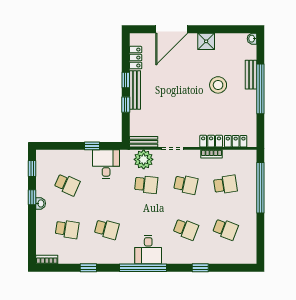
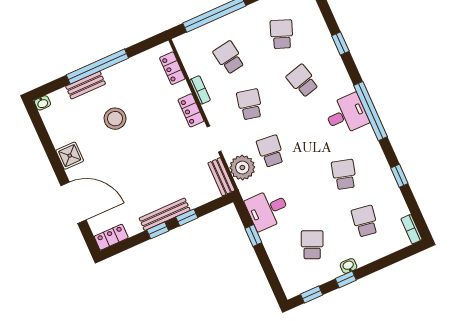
locker: (136, 58) -> (111, 237), moved
locker: (211, 141) -> (191, 110), moved
school desk: (186, 229) -> (302, 81), turned -36

